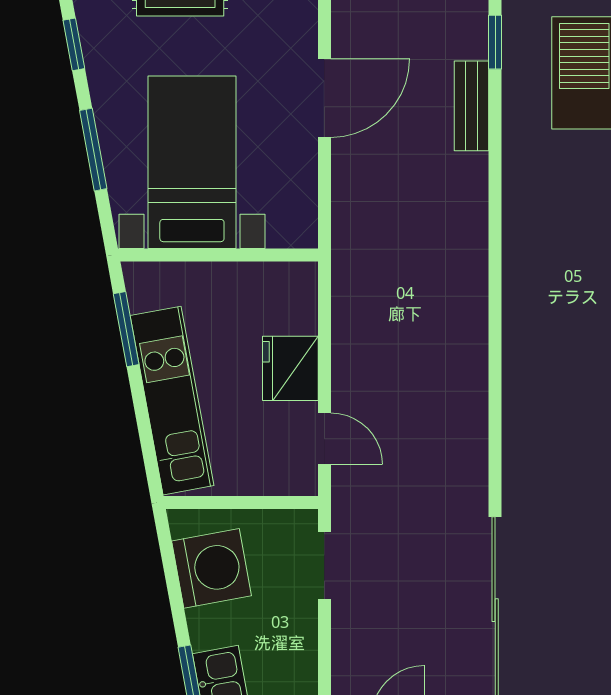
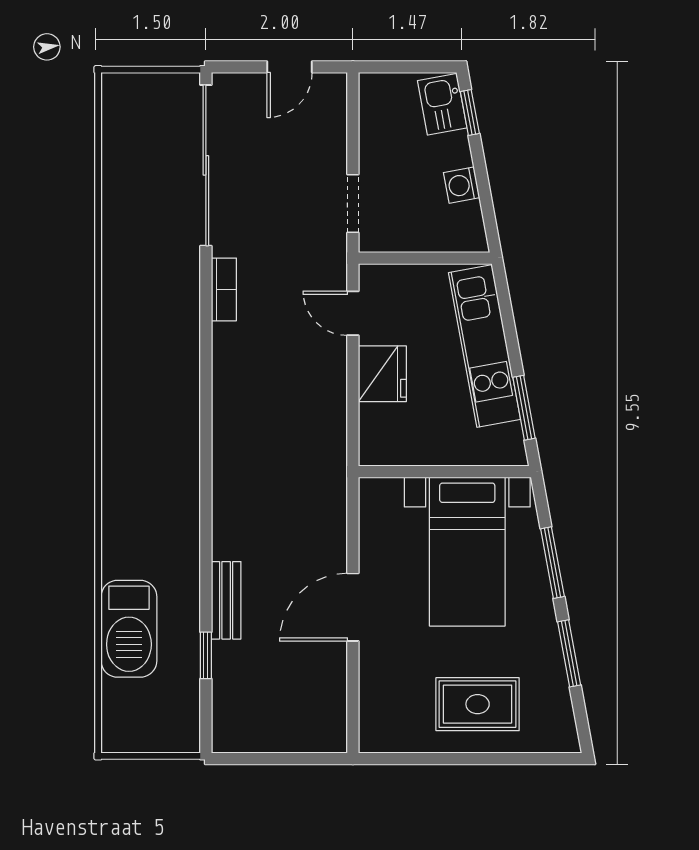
window: (74, 44) -> (569, 653), width x1.50
bookcase: (474, 466) -> (224, 289), added
washing machine: (212, 568) -> (462, 185), width x0.53, depth x0.53

